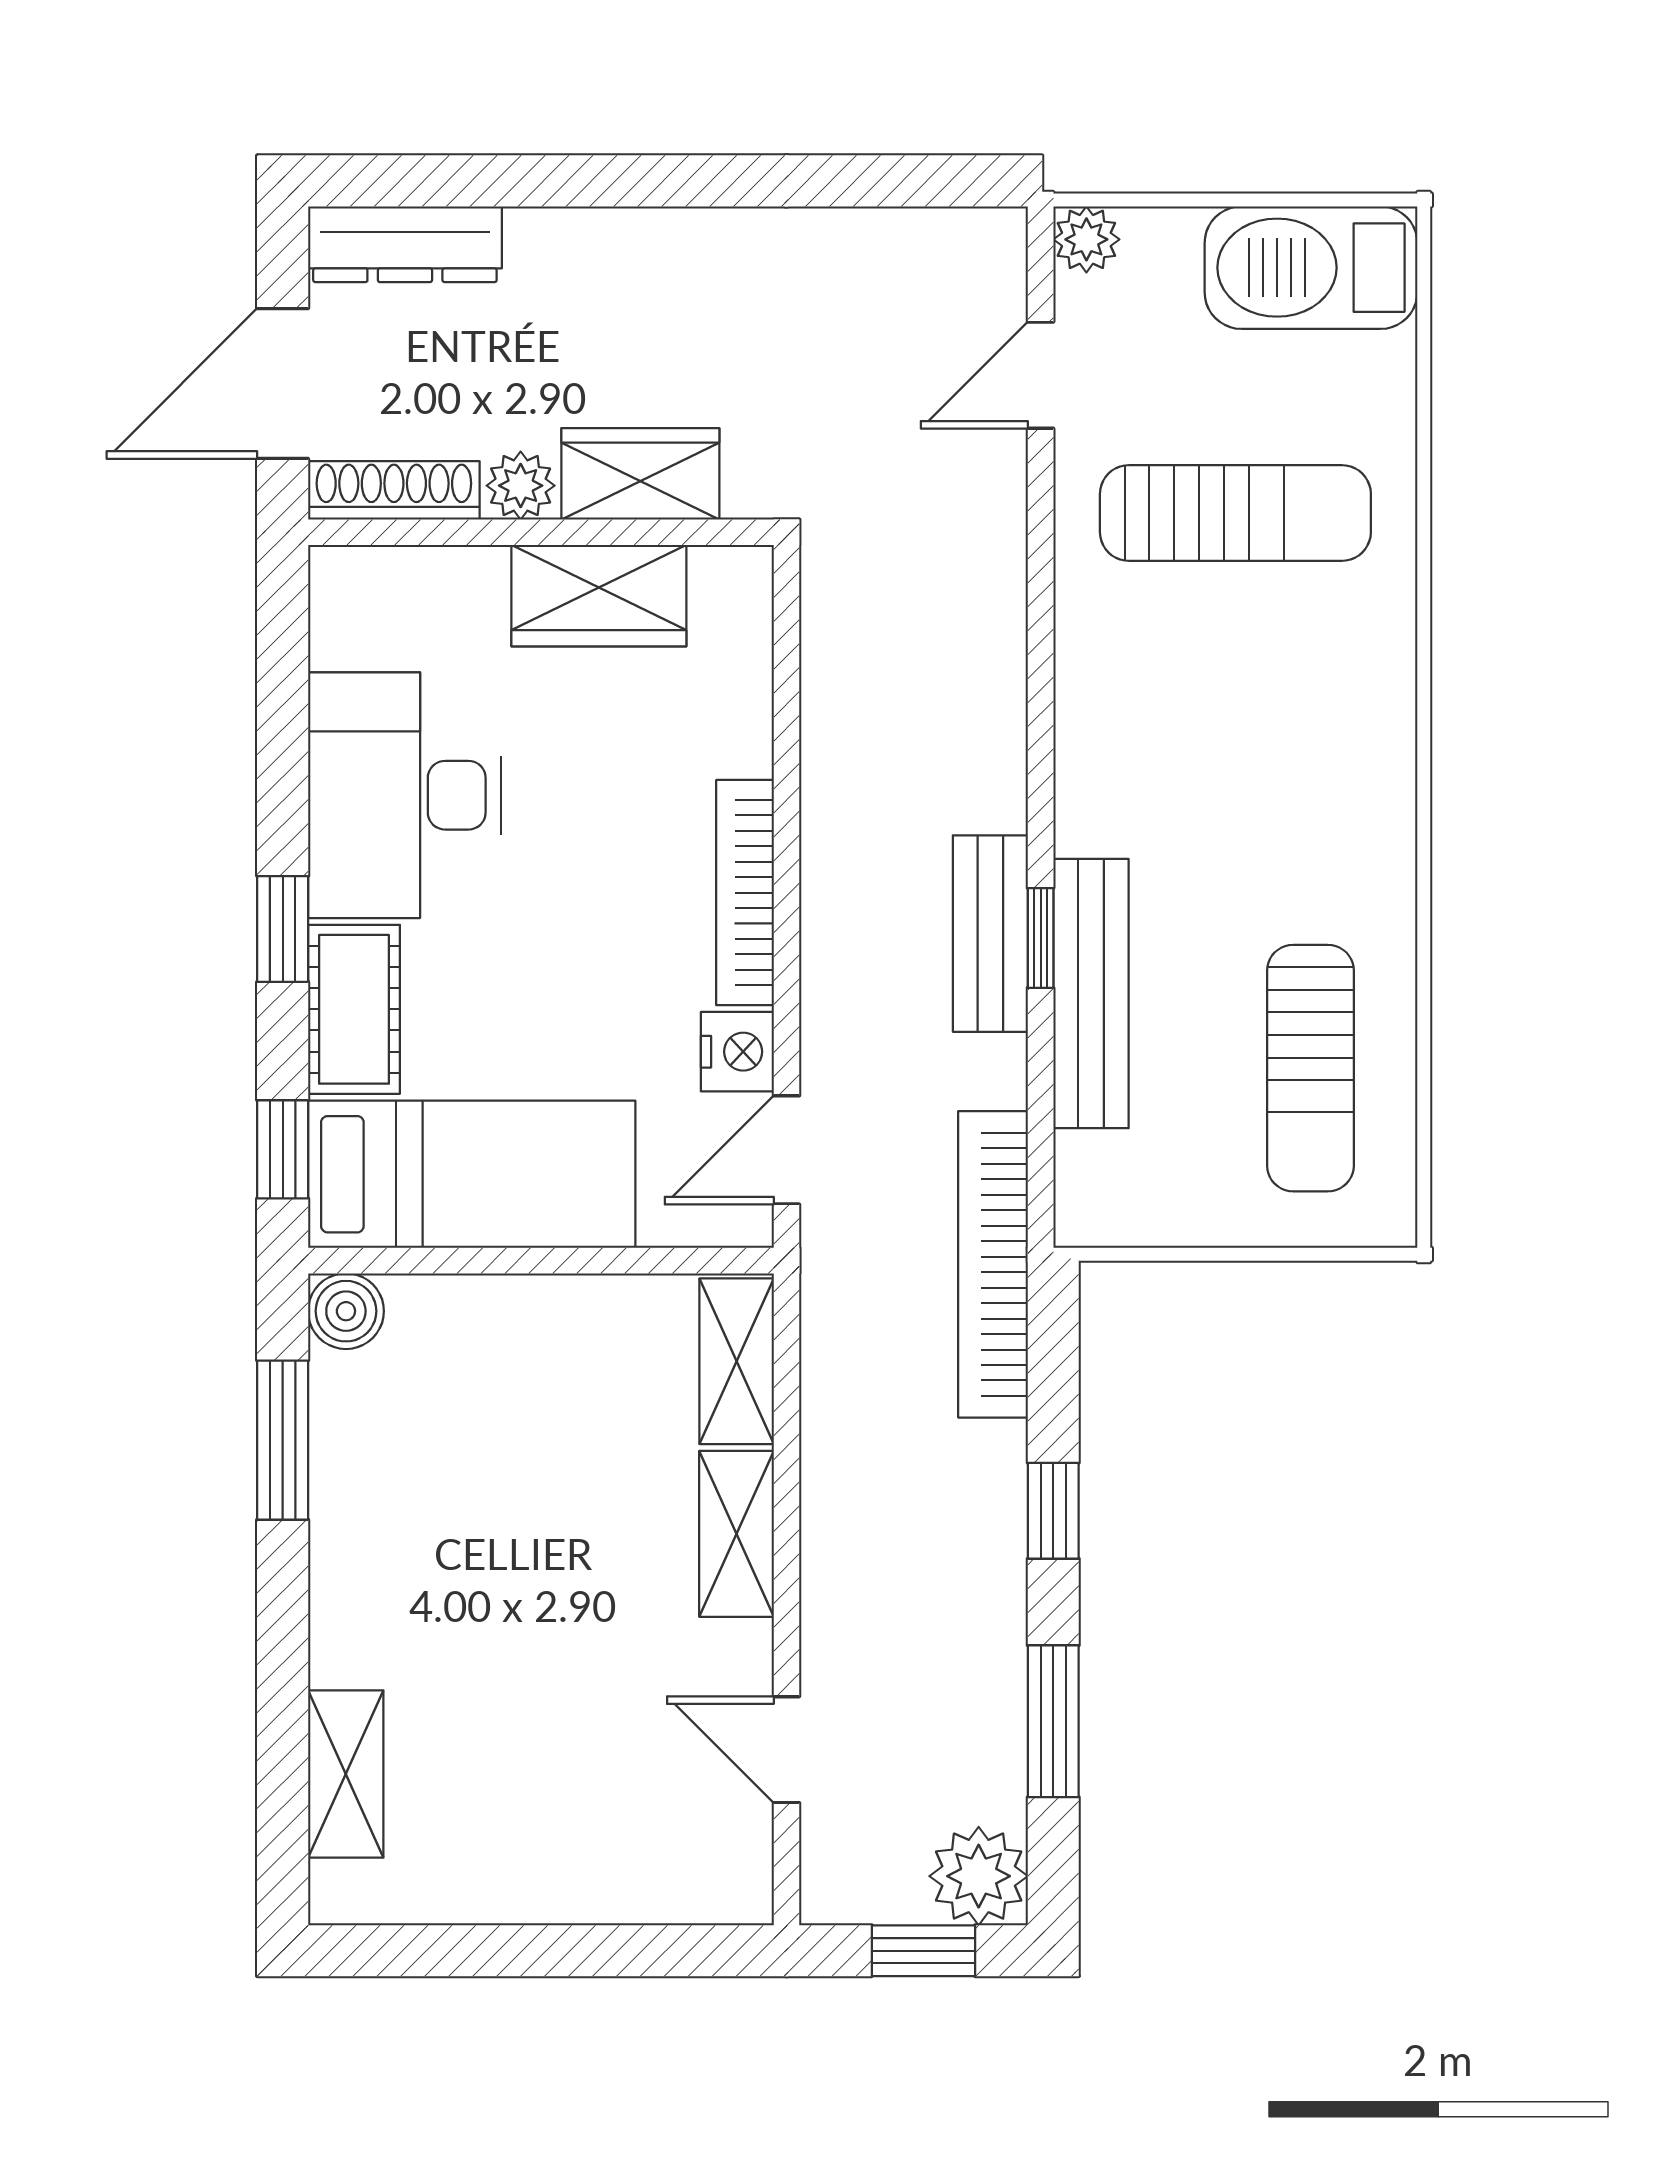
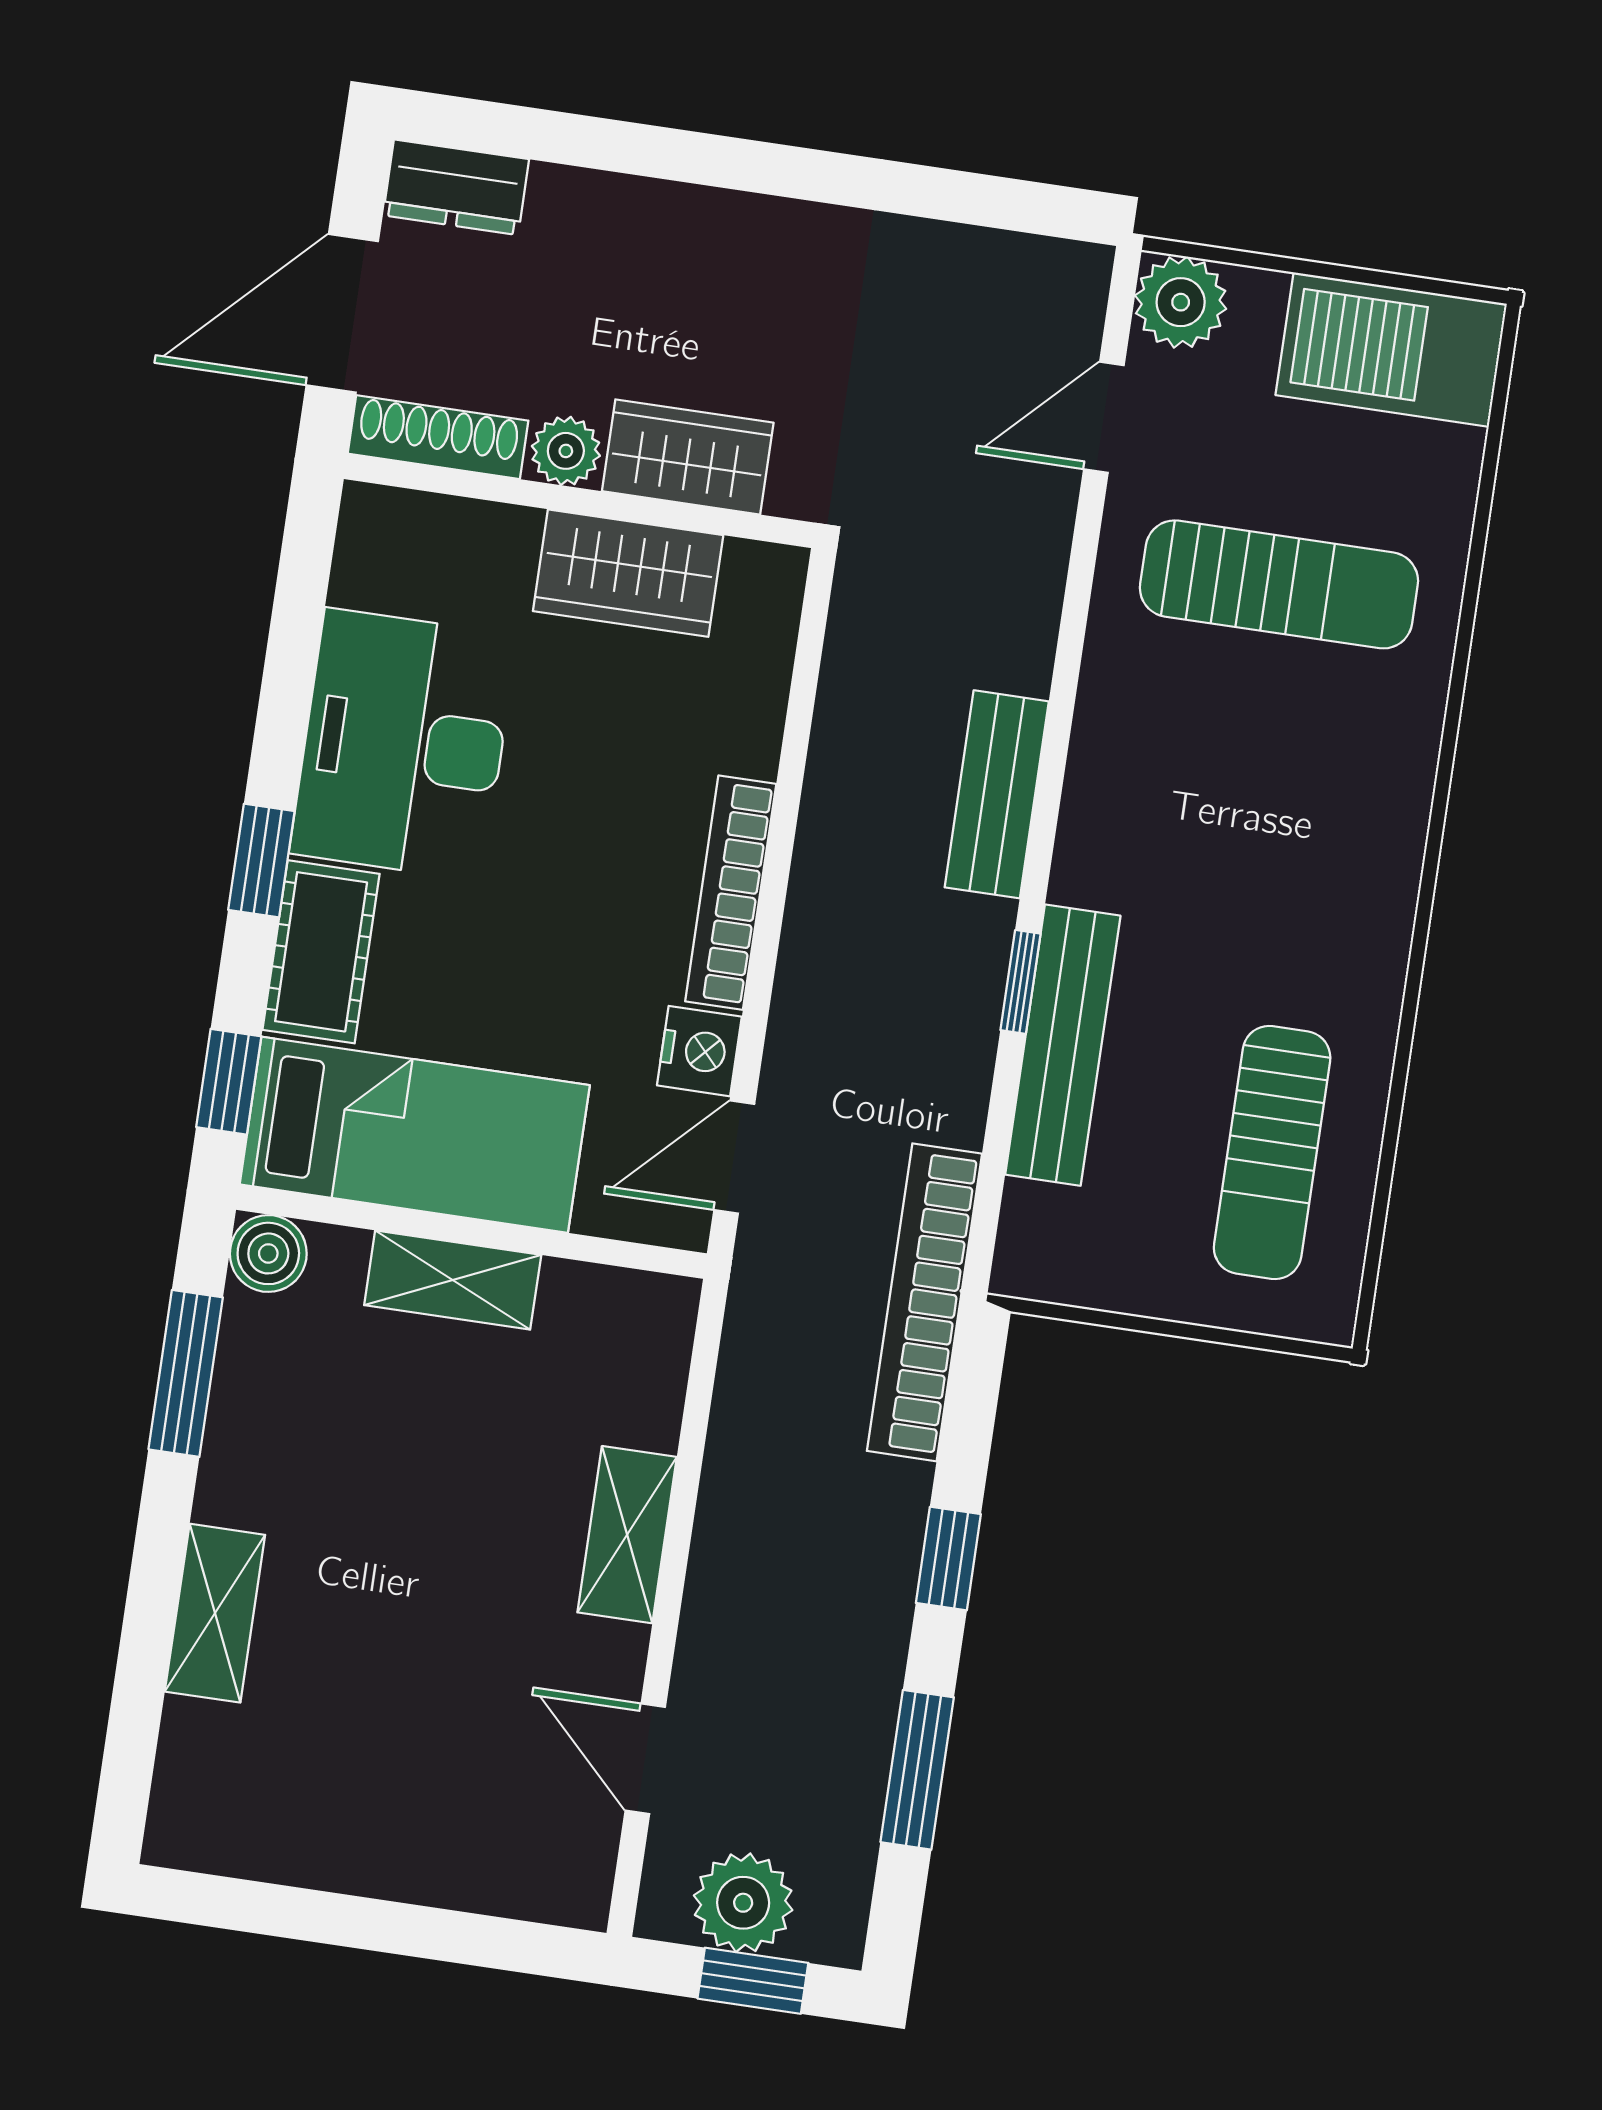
plant: (1086, 239) -> (1181, 302), width x1.38, depth x1.38
dresser: (405, 244) -> (456, 187), width x0.70
bench: (990, 934) -> (997, 794), moved
shelving: (737, 1361) -> (453, 1280), moved, turned 90
shelving: (346, 1774) -> (215, 1613), moved
plant: (979, 1876) -> (743, 1903), moved

